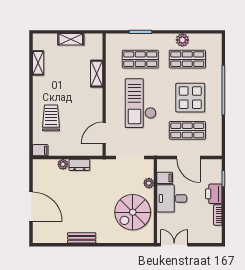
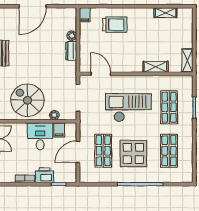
shelving: (71, 39) -> (187, 60), moved
plant: (182, 40) -> (187, 146), removed

